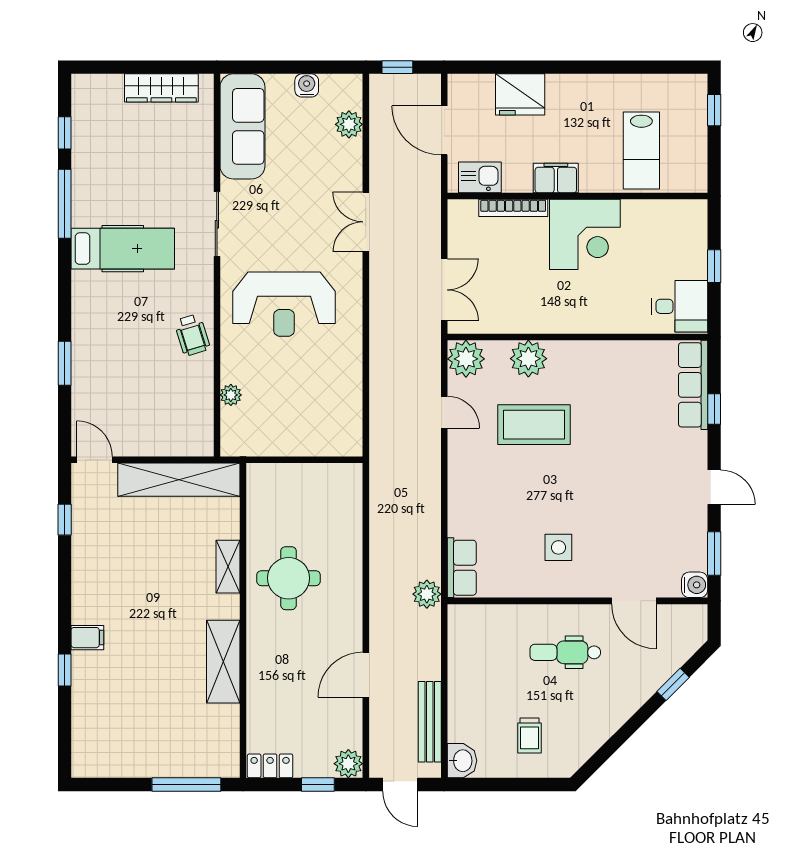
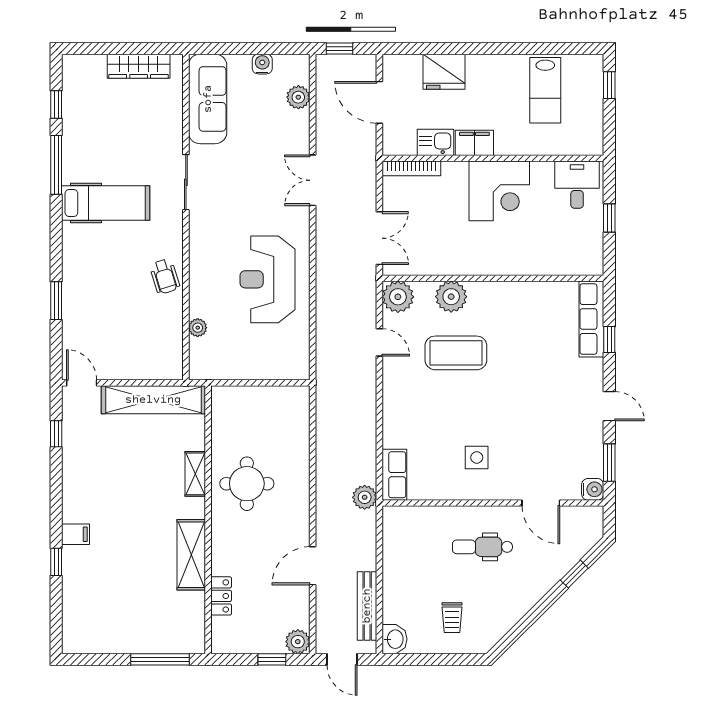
lab bench: (641, 150) -> (545, 90), moved
kitchen sink: (480, 177) -> (435, 142), moved
bookcase: (513, 208) -> (411, 168), moved
reception desk: (284, 304) -> (267, 279), moved, turned 90
desk: (680, 306) -> (577, 185), moved, turned -90
locker: (270, 766) -> (221, 596), moved, turned 90

